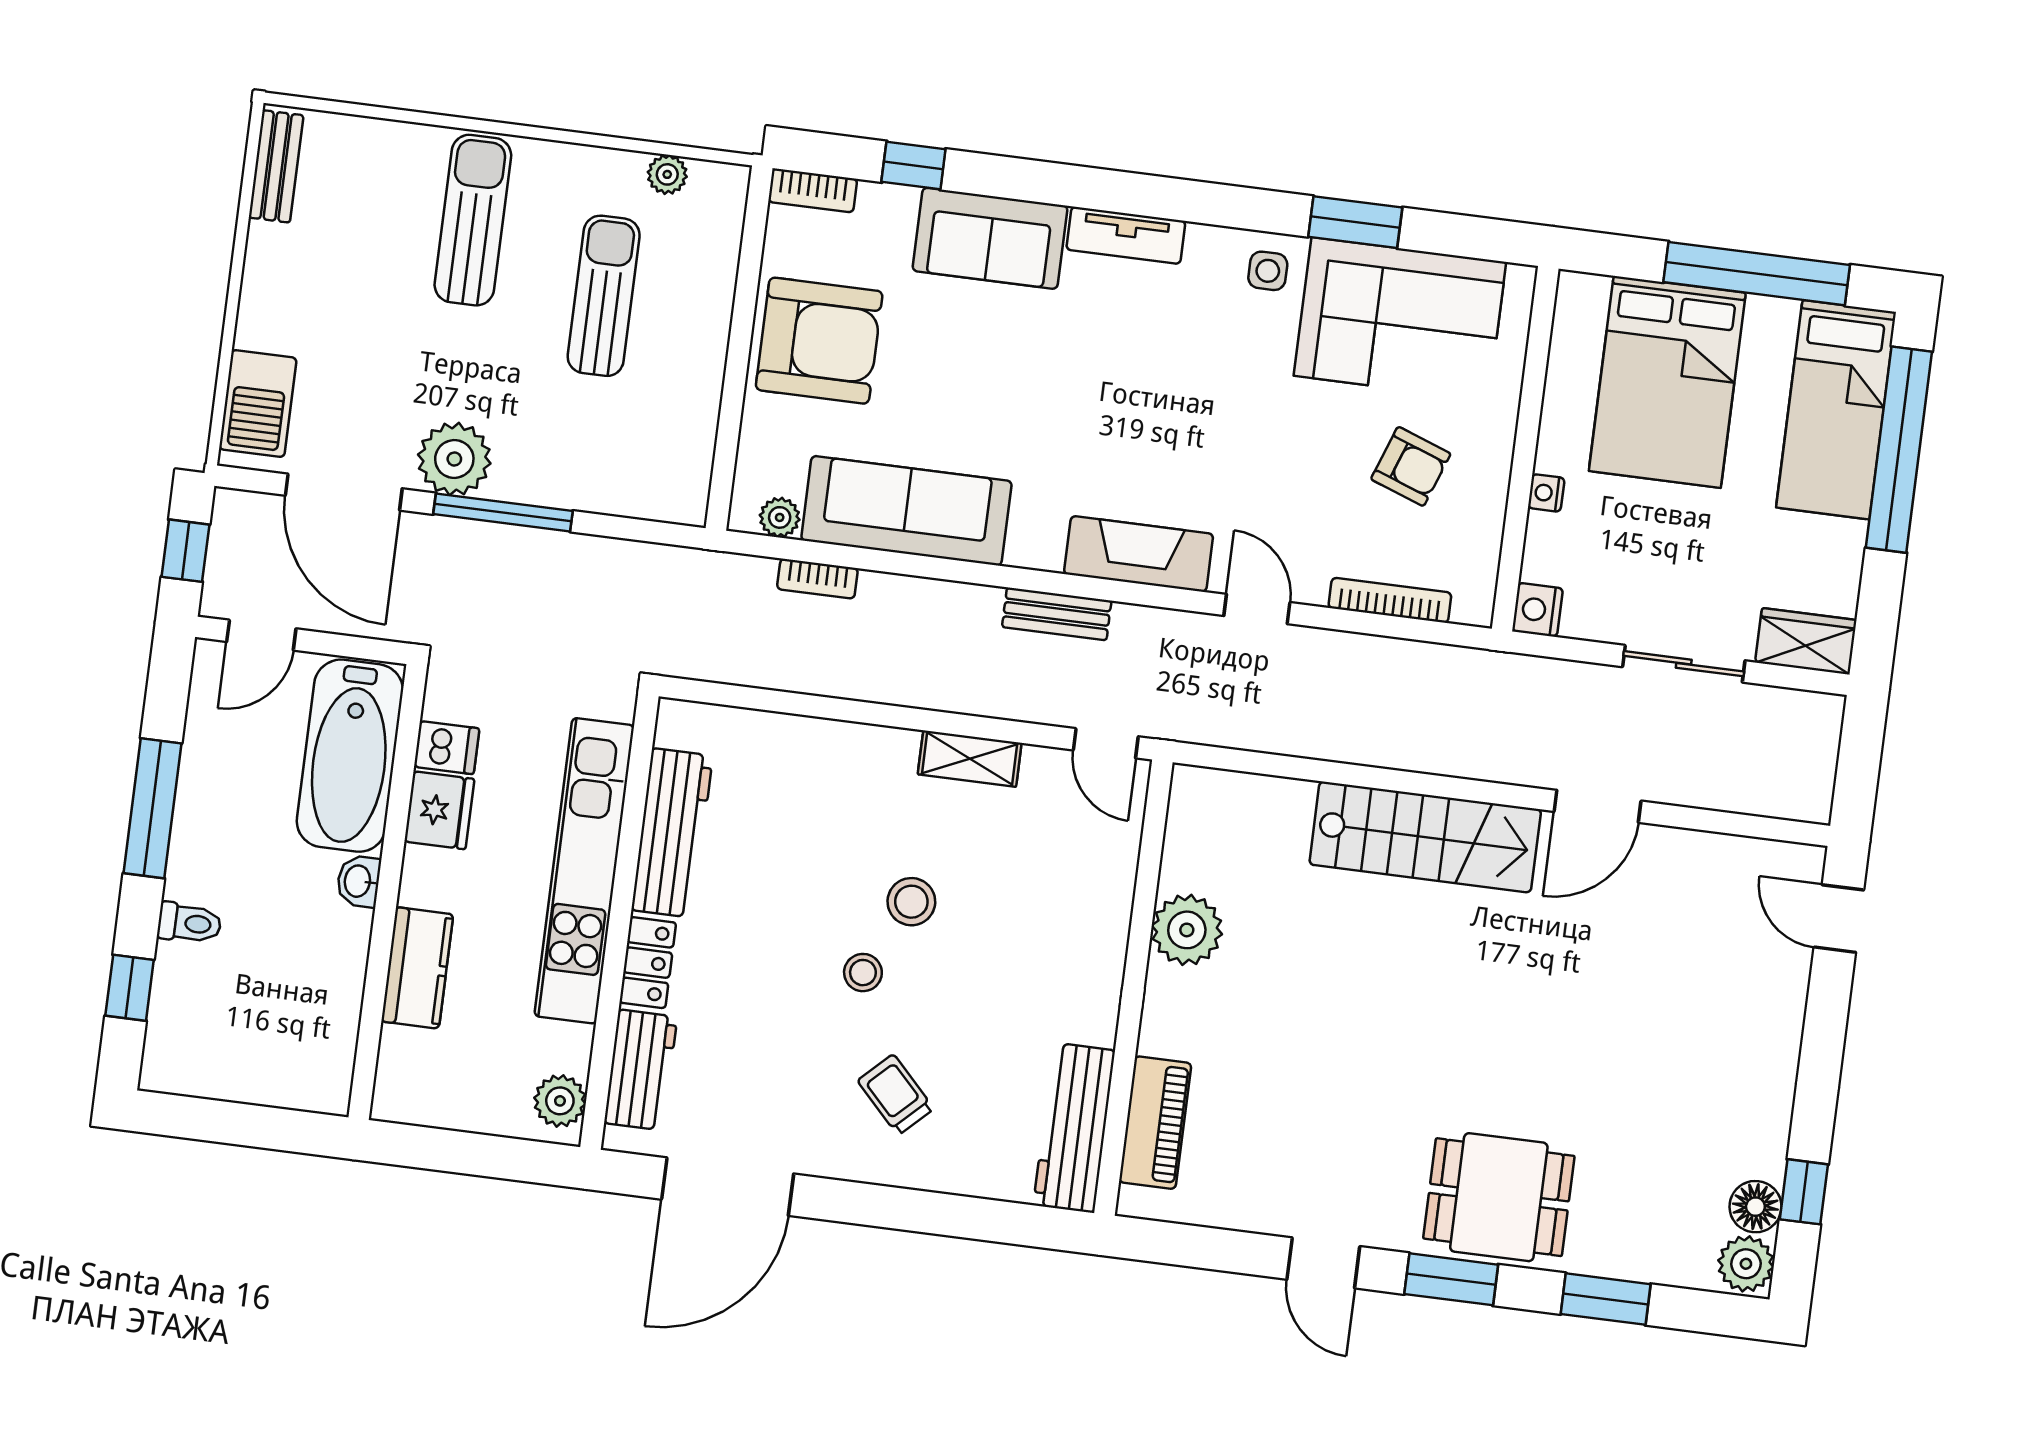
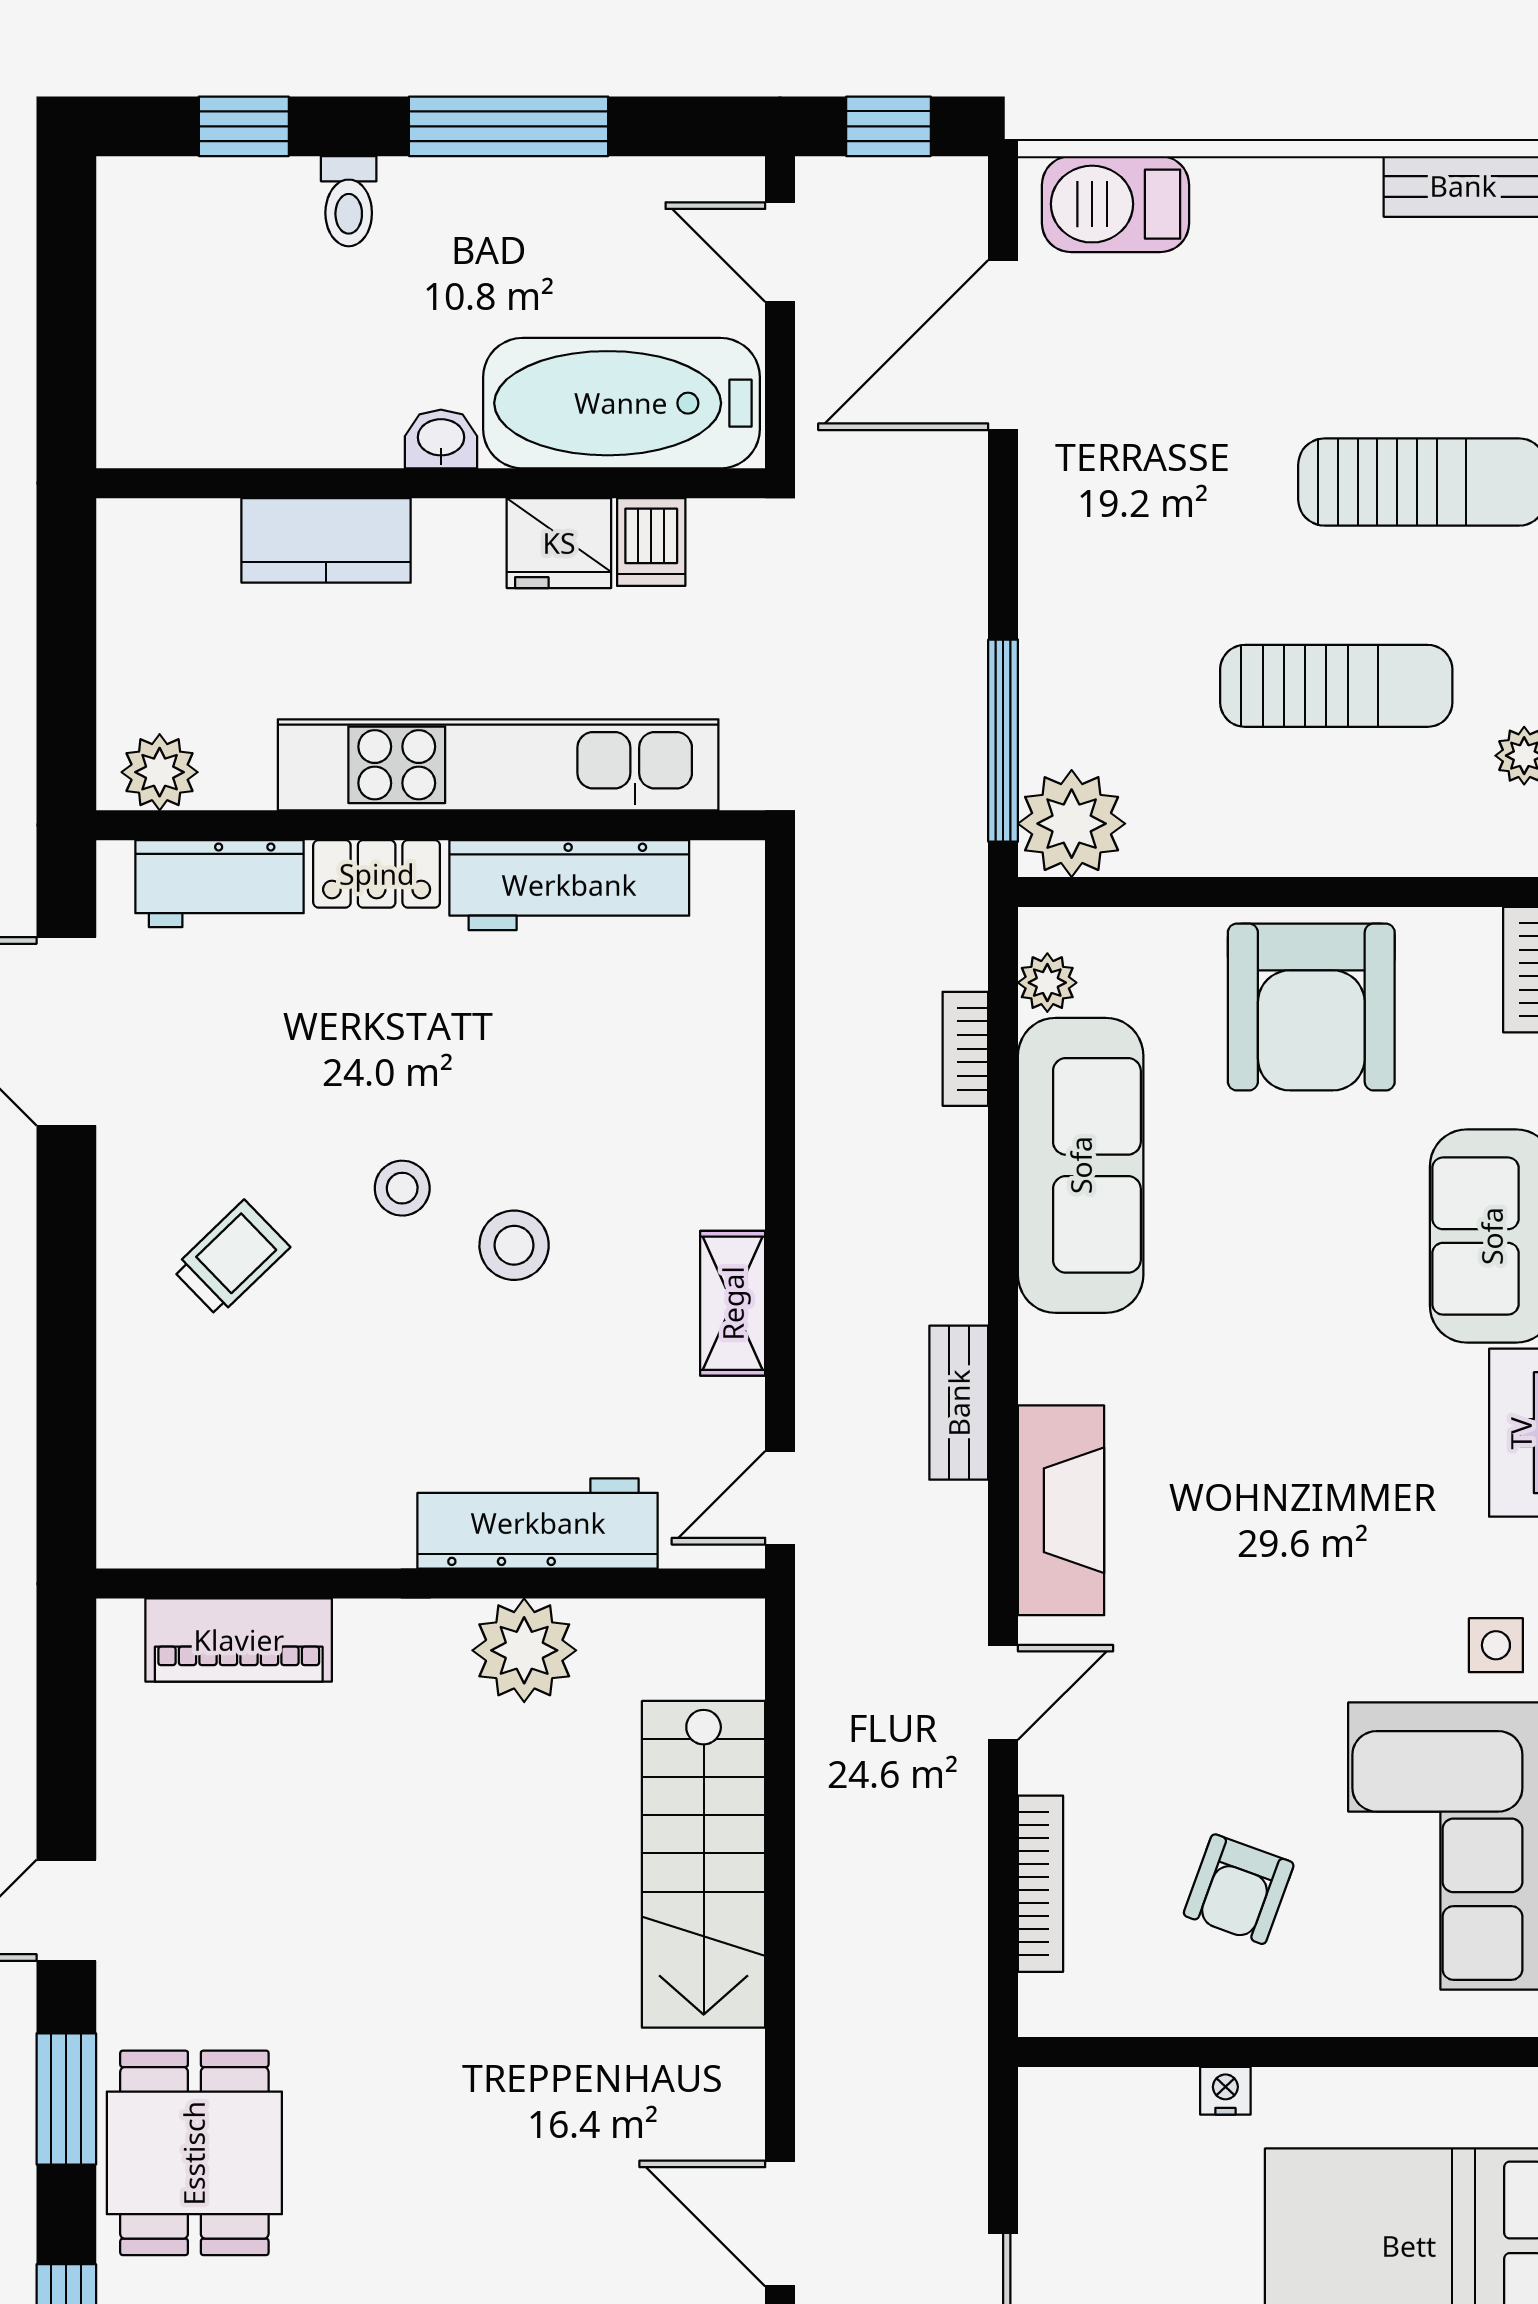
plant: (454, 459) -> (1072, 824), moved
window: (503, 512) -> (1003, 741), moved
nightstand: (1538, 610) -> (1054, 2100), removed
stairs: (1425, 837) -> (704, 1864), moved
workbench: (1074, 1128) -> (538, 1523), moved

